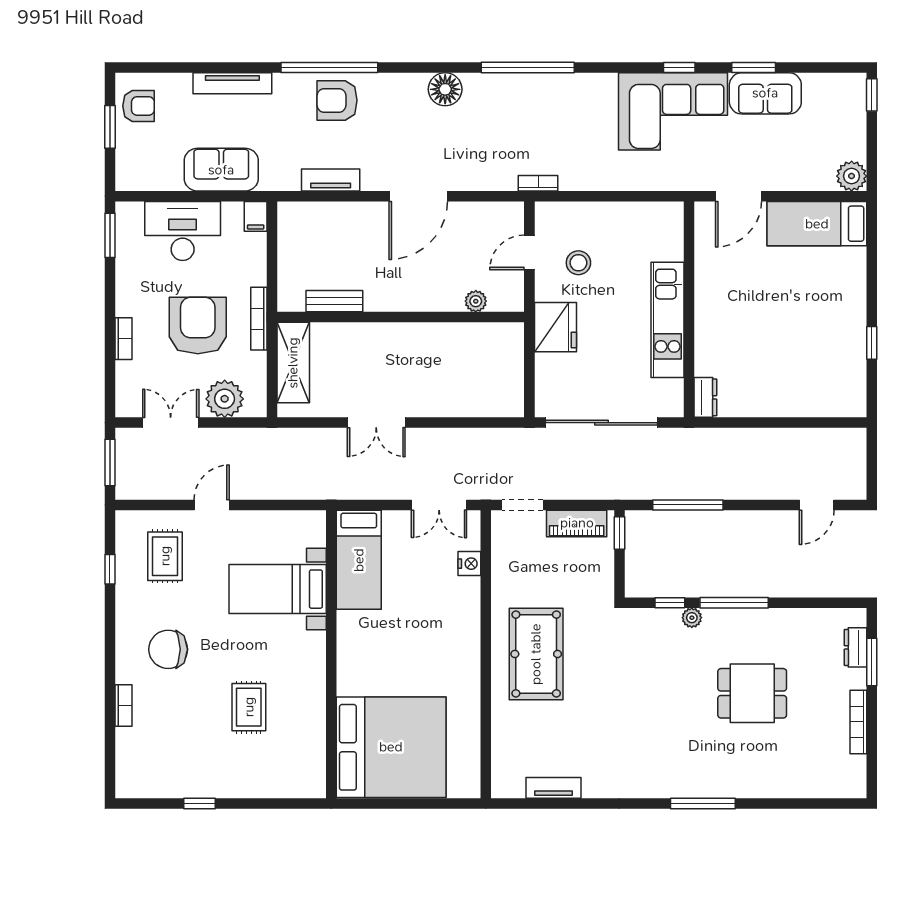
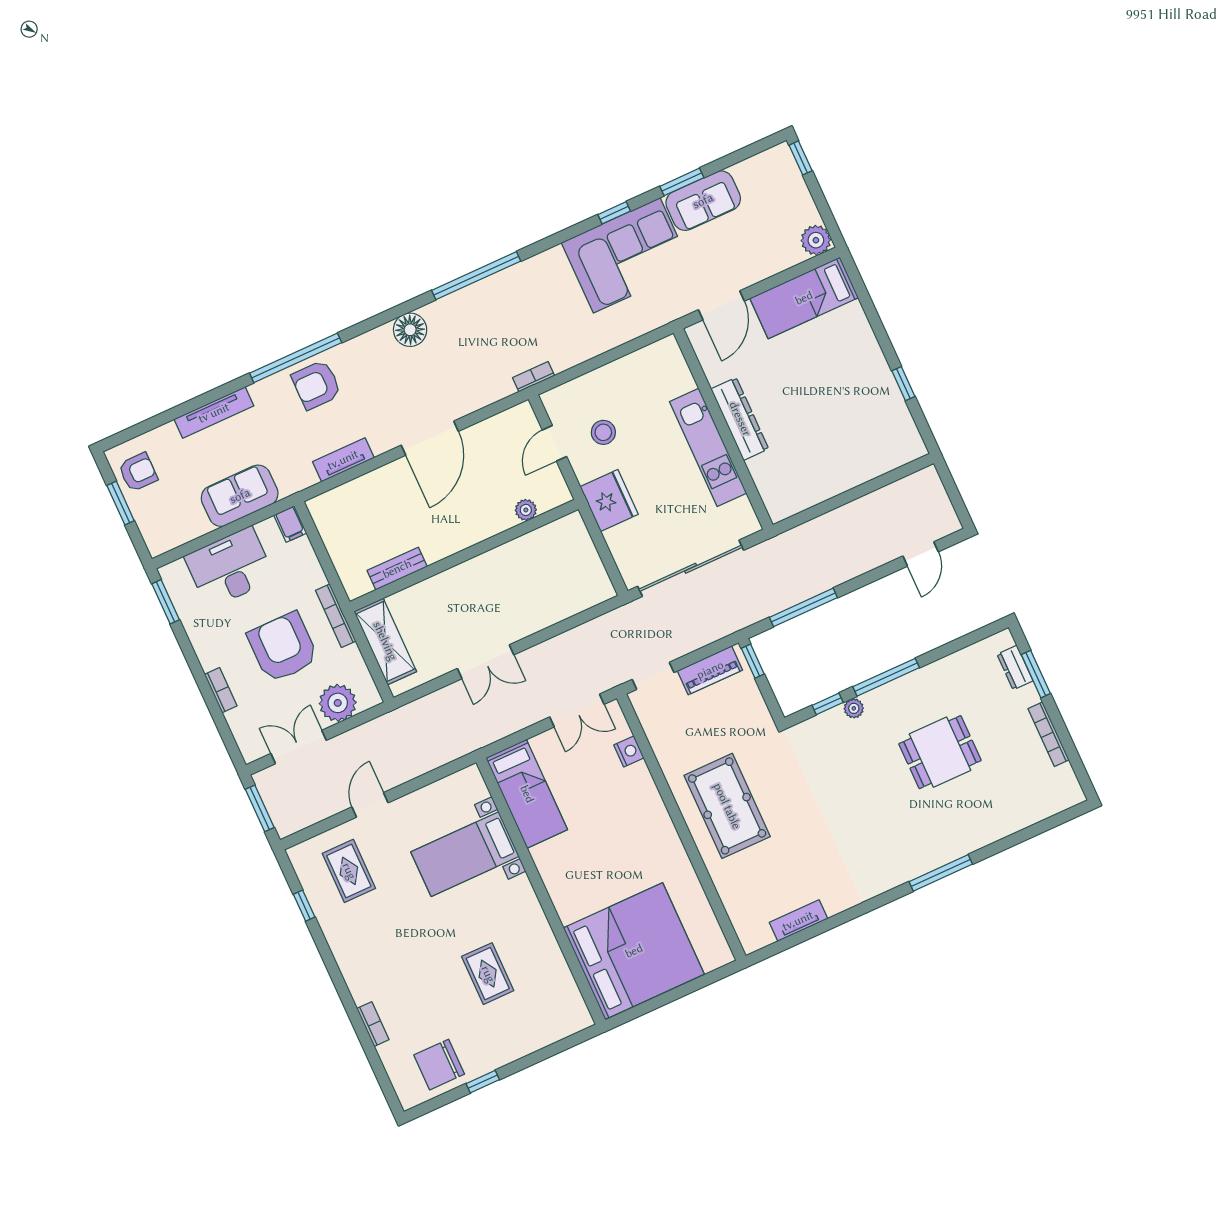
dresser: (705, 397) -> (740, 419), moved, width x1.96, depth x1.24
chair: (168, 649) -> (439, 1065), moved

